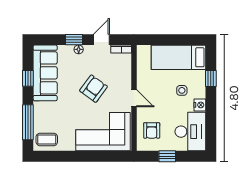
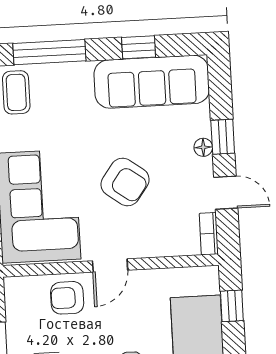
window: (157, 40) -> (232, 306), added
armchair: (152, 130) -> (67, 298), moved

